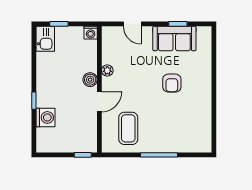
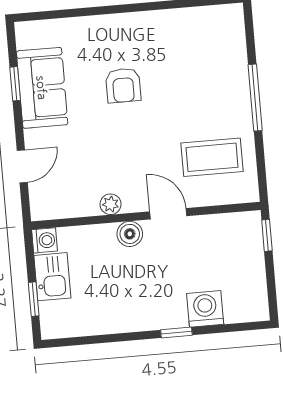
kitchen sink: (45, 39) -> (52, 277), moved, turned 90
armchair: (172, 83) -> (123, 85), turned 90

